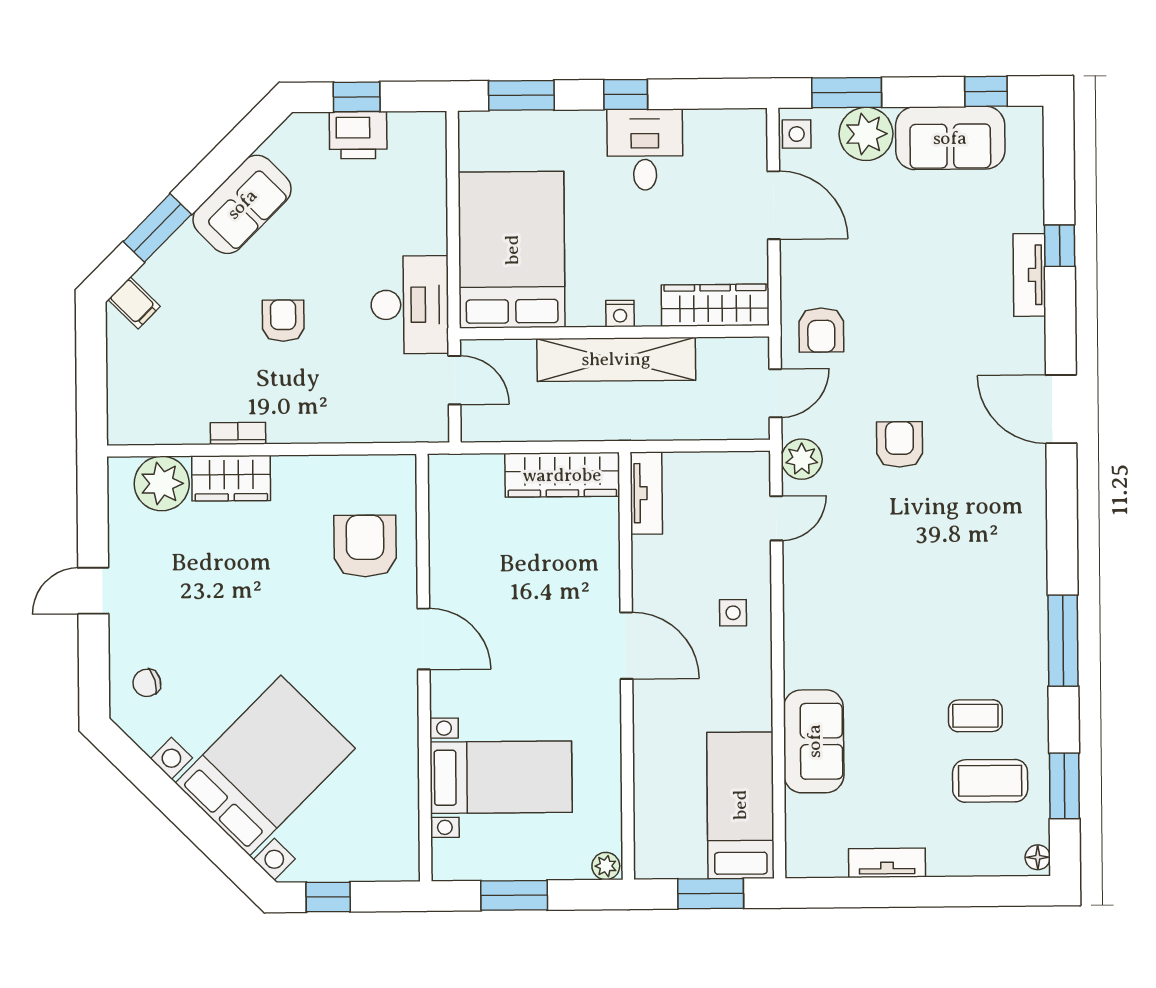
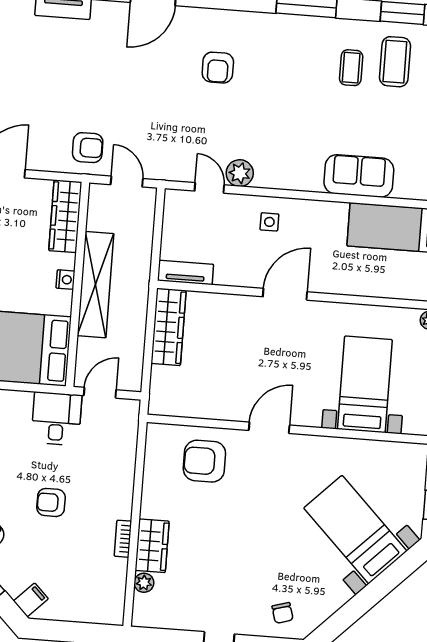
desk: (410, 305) -> (56, 419), width x0.73
armchair: (899, 444) -> (218, 68), moved, turned -90
plant: (802, 459) -> (240, 173), moved
plant: (162, 484) -> (144, 583), width x0.53, depth x0.53
bed with nightstands: (265, 766) -> (355, 530), width x0.73

